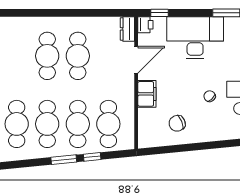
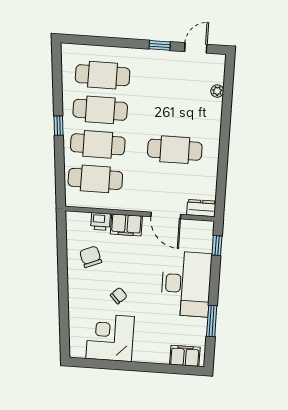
plant: (24, 22) -> (217, 91), added
printer: (145, 25) -> (101, 221), moved
cafe table: (47, 56) -> (177, 115), removed
window: (92, 157) -> (59, 158), removed
window: (64, 160) -> (59, 126), width x0.67

